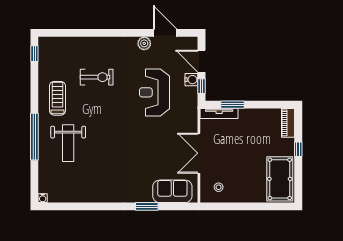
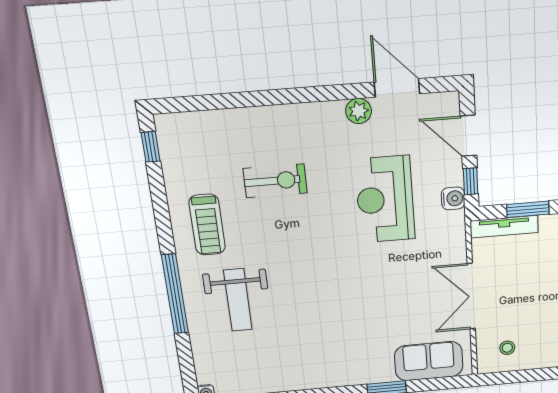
water cooler: (191, 80) -> (453, 198), moved
treadmill: (57, 98) -> (207, 225), turned 180

